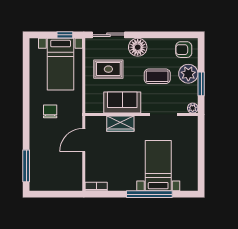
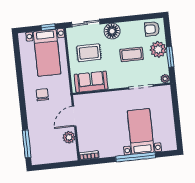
sofa: (122, 103) -> (91, 82), moved
wardrobe: (120, 124) -> (104, 99), removed
plant: (75, 164) -> (69, 137), added

